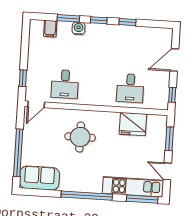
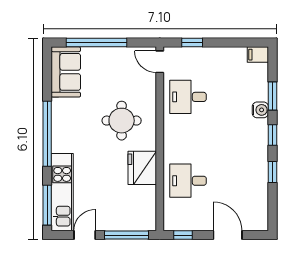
filing cabinet: (50, 29) -> (258, 55), moved
fridge: (133, 124) -> (142, 168), moved
window: (169, 139) -> (126, 235), width x1.44

